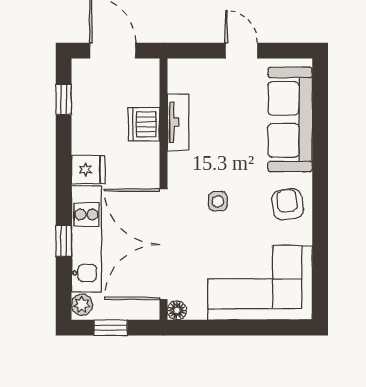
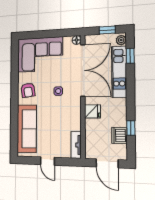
window: (64, 99) -> (131, 128), moved
tv unit: (178, 122) -> (76, 145), moved
dishwasher: (144, 124) -> (119, 135), moved, turned 180
fridge: (88, 170) -> (92, 111), moved, turned 180
window: (64, 241) -> (130, 56), moved

